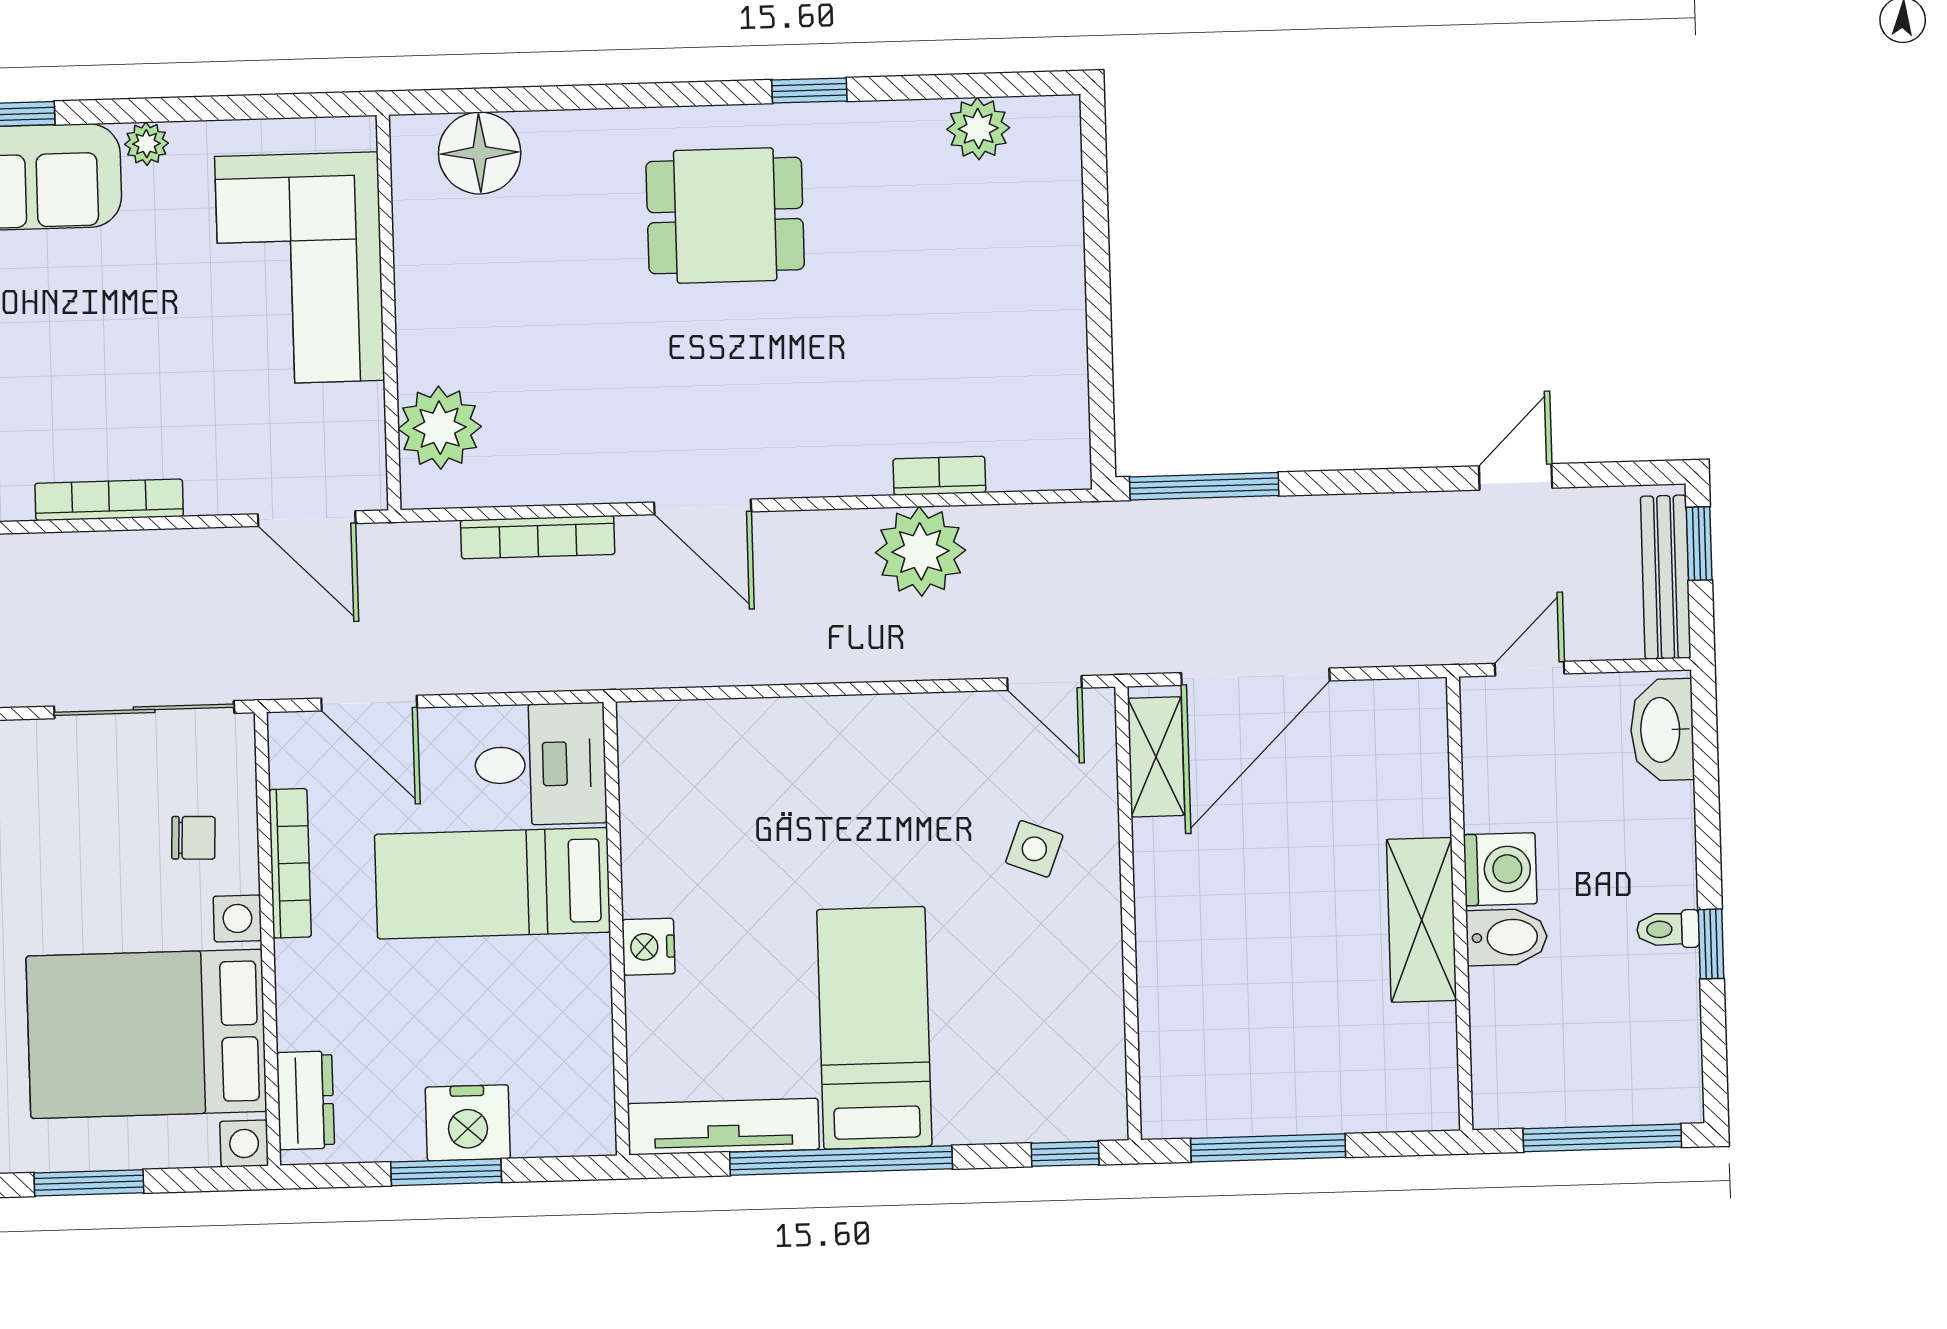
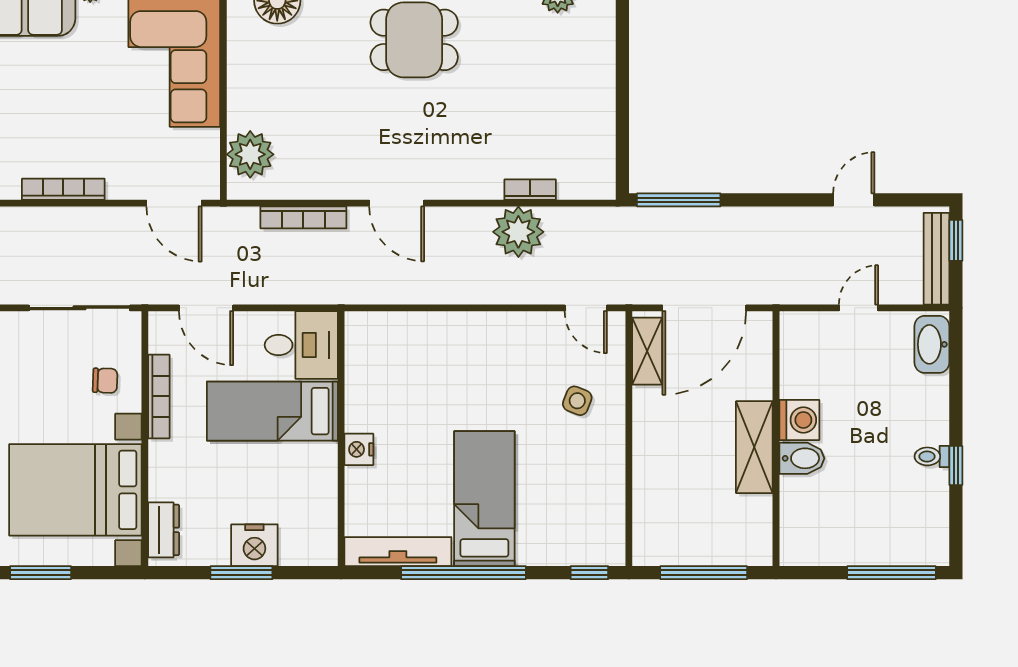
washing machine: (1500, 869) -> (799, 420), moved
wall: (1460, 904) -> (776, 439), moved
shelving: (1422, 920) -> (754, 447), moved
bidet: (1507, 937) -> (802, 458), moved

